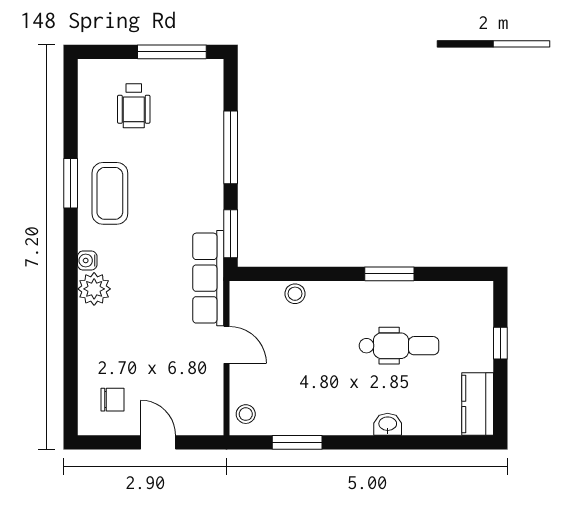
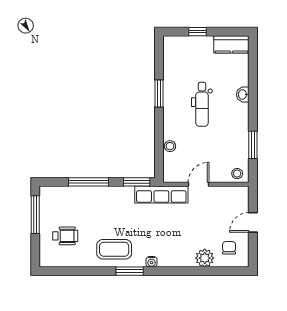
window: (71, 183) -> (130, 271), moved
plant: (94, 289) -> (205, 258), moved
dental chair: (399, 346) -> (202, 104), moved, turned 180

